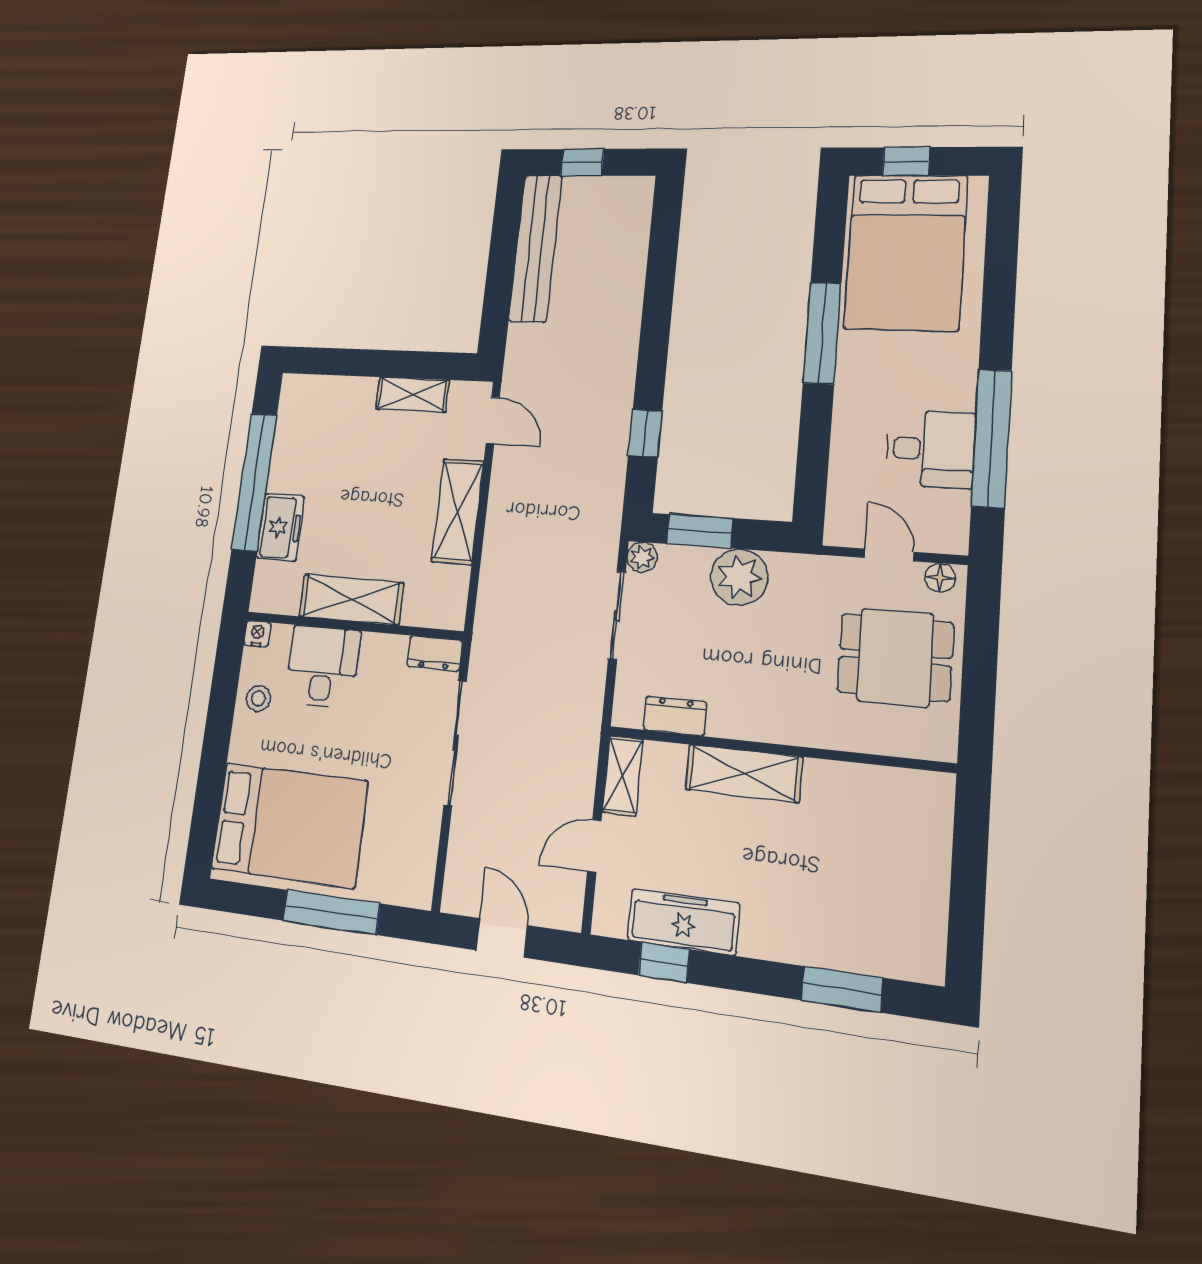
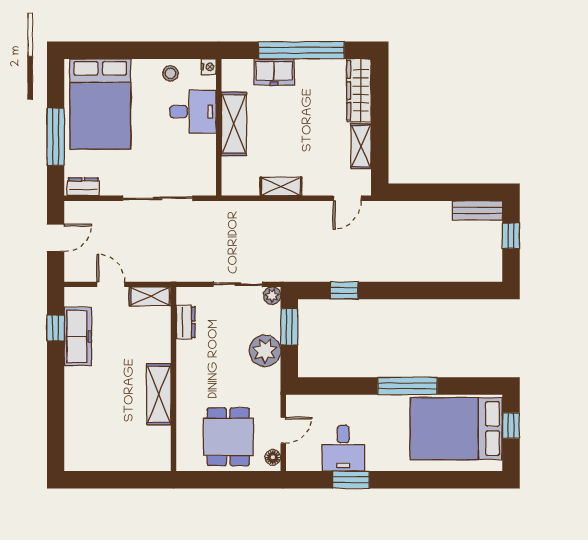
bench: (535, 248) -> (477, 210), width x0.54, depth x0.82
wardrobe: (327, 394) -> (359, 90), added
window: (992, 438) -> (351, 480), width x0.47
shelving: (458, 511) -> (281, 186), width x0.67, depth x0.75
dresser: (435, 653) -> (83, 187), moved, turned 90
shelving: (744, 773) -> (159, 394), moved
window: (842, 989) -> (56, 421), removed

